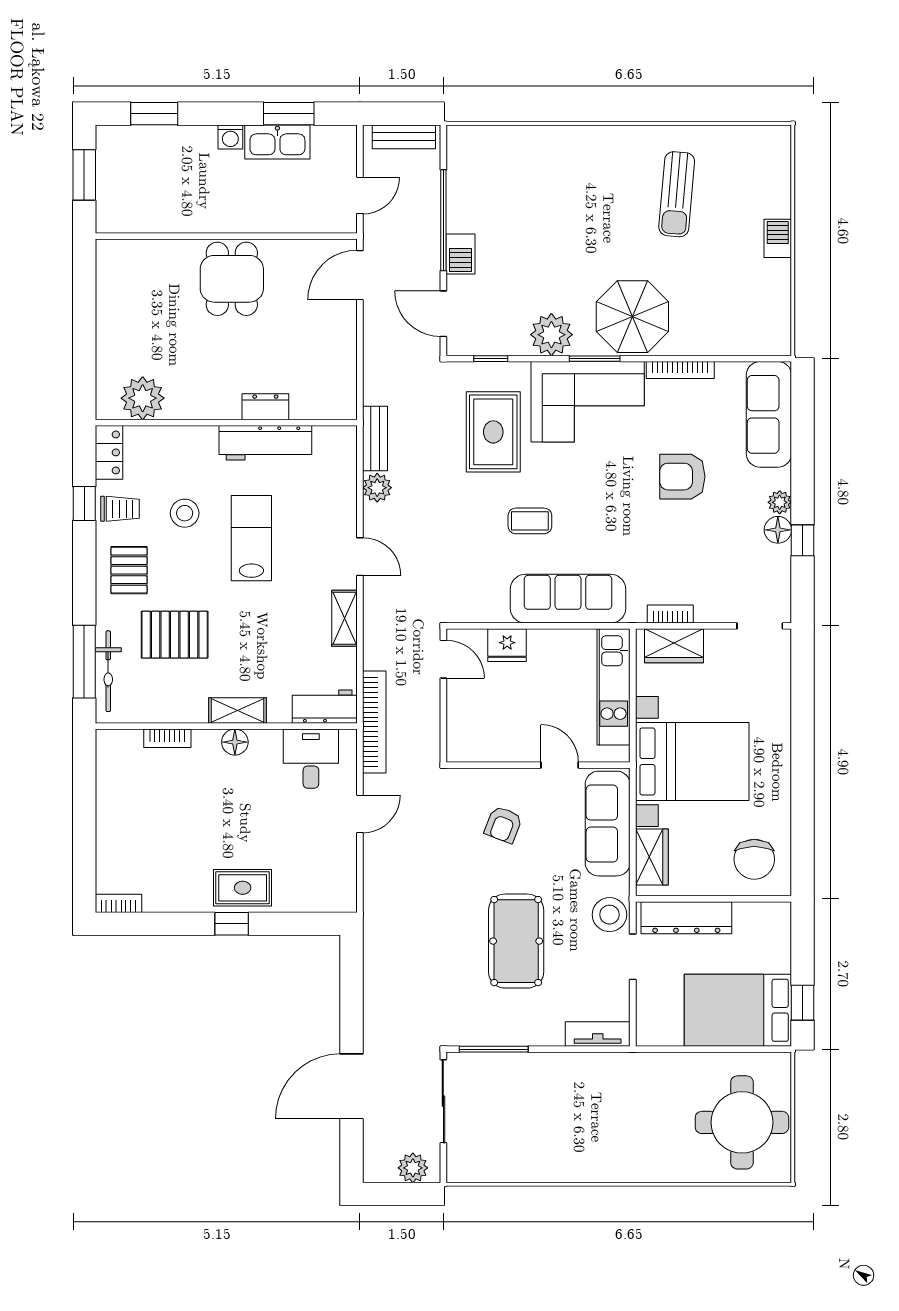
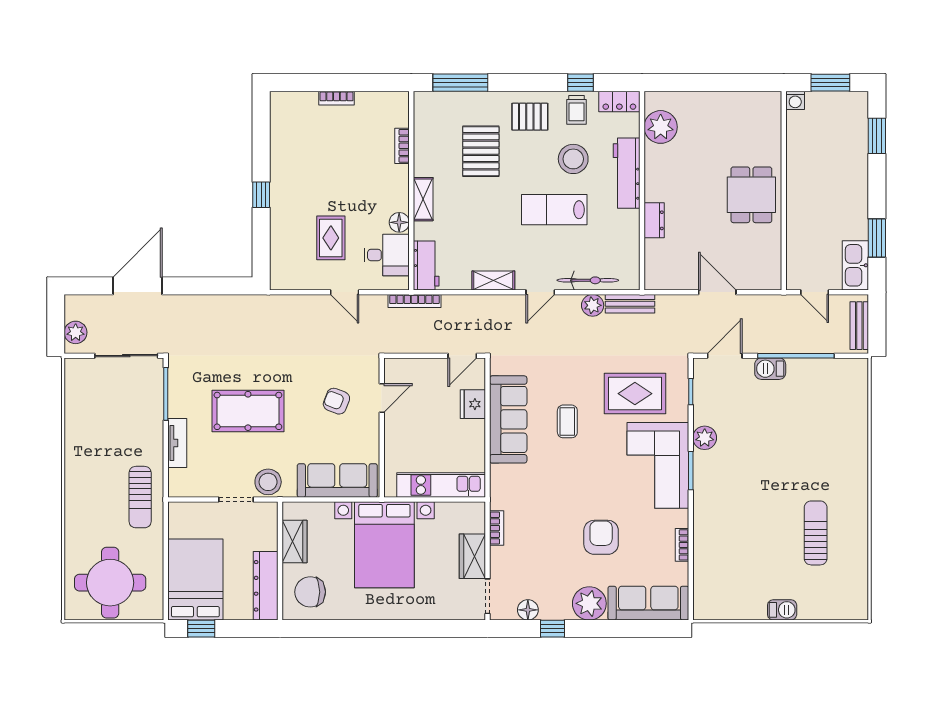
washing machine: (230, 137) -> (795, 100), moved, turned -90
kitchen sink: (277, 142) -> (855, 265), moved
sun lounger: (677, 194) -> (816, 533), turned 85
door: (360, 275) -> (717, 292), moved
dining table: (232, 279) -> (751, 195), turned 90
parasol: (632, 317) -> (723, 499), removed
plant: (551, 335) -> (705, 438), width x0.73, depth x0.73
bookcase: (680, 370) -> (682, 545), width x0.64
workbench: (265, 443) -> (627, 173), moved
plant: (780, 502) -> (589, 603), width x1.88, depth x1.88
stool: (185, 513) -> (573, 159), width x1.38, depth x1.38
floor lamp: (778, 530) -> (528, 610), moved
lab bench: (251, 538) -> (554, 210), turned 180
sofa: (568, 599) -> (508, 419), moved
wardrobe: (674, 646) -> (472, 556), moved
bicycle: (108, 671) -> (588, 280), moved, turned 180
bookcase: (374, 722) -> (414, 301), width x0.68, depth x0.76
floor lamp: (235, 742) -> (399, 222), moved
door: (560, 765) -> (382, 398), moved
wardrobe: (652, 857) -> (295, 542), moved, turned -90
rug: (243, 888) -> (331, 238), moved
bookcase: (119, 903) -> (337, 98), moved, turned 90
dresser: (686, 918) -> (266, 586), moved
tv unit: (598, 1034) -> (177, 443), moved
sun lounger: (629, 1083) -> (140, 497), added
door: (352, 1086) -> (138, 286), hinge flipped

